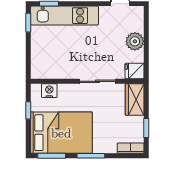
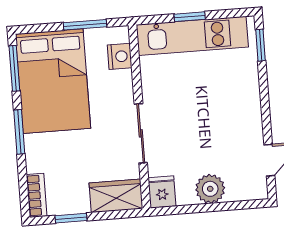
kitchen unit: (64, 16) -> (192, 36), moved, turned -90
window: (28, 23) -> (190, 17), moved
window: (28, 110) -> (85, 25), width x1.50

